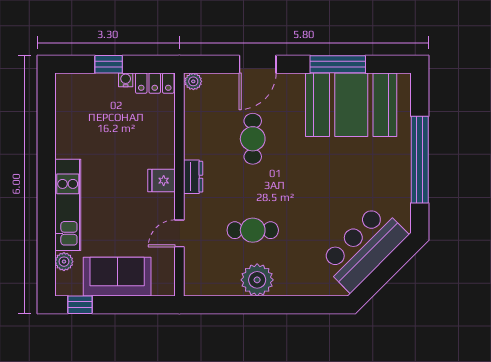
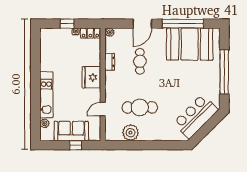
window: (338, 64) -> (183, 24), width x1.46
dresser: (193, 177) -> (110, 62), moved
fridge: (161, 181) -> (91, 77), width x1.88, depth x1.34
cafe table: (253, 230) -> (140, 107), width x1.37, depth x1.35
plant: (257, 280) -> (130, 133), moved
window: (80, 305) -> (76, 145), moved

